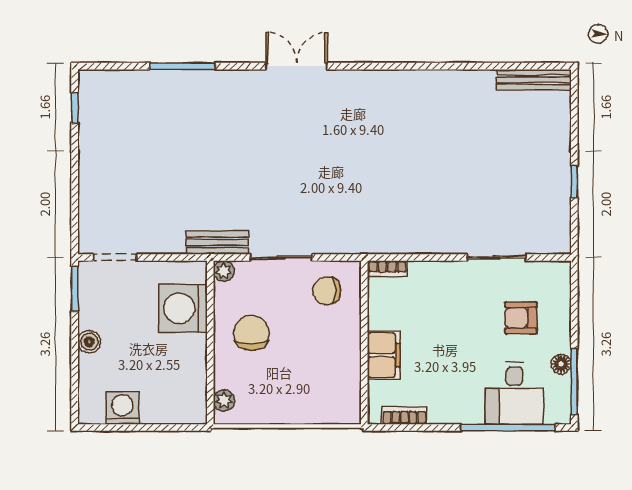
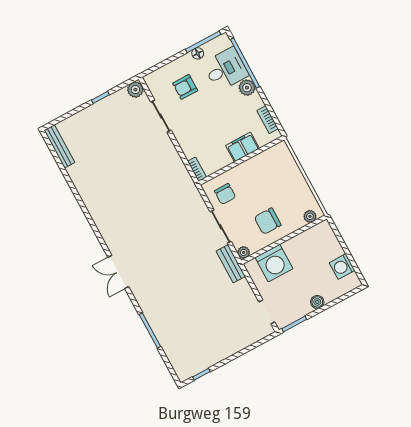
plant: (557, 241) -> (135, 90), added
armchair: (521, 318) -> (185, 87), turned 90
plant: (469, 410) -> (247, 88), added

